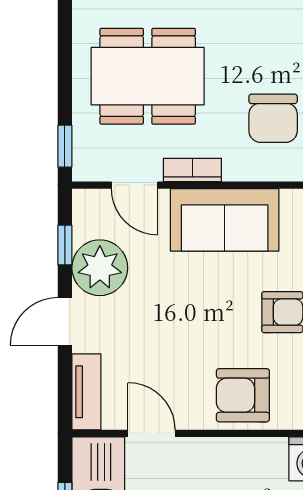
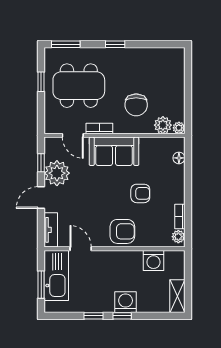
window: (65, 146) -> (41, 82), moved
armchair: (243, 395) -> (122, 231), turned 180

